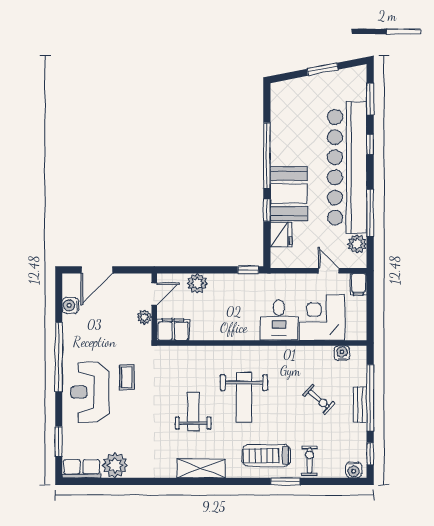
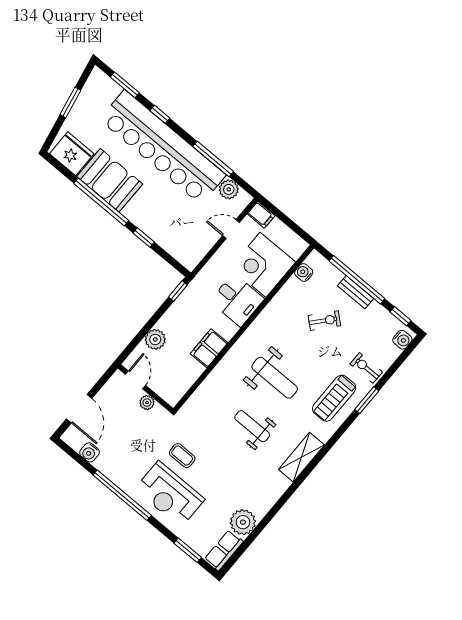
booth: (289, 194) -> (110, 180), moved
fridge: (281, 235) -> (72, 154), moved, width x1.36, depth x1.34
filing cabinet: (173, 330) -> (209, 348), moved

